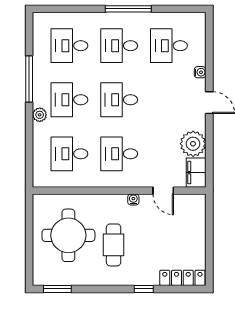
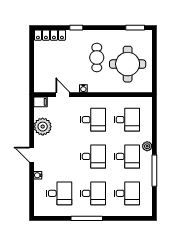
filing cabinet: (196, 173) -> (41, 102), width x0.50

